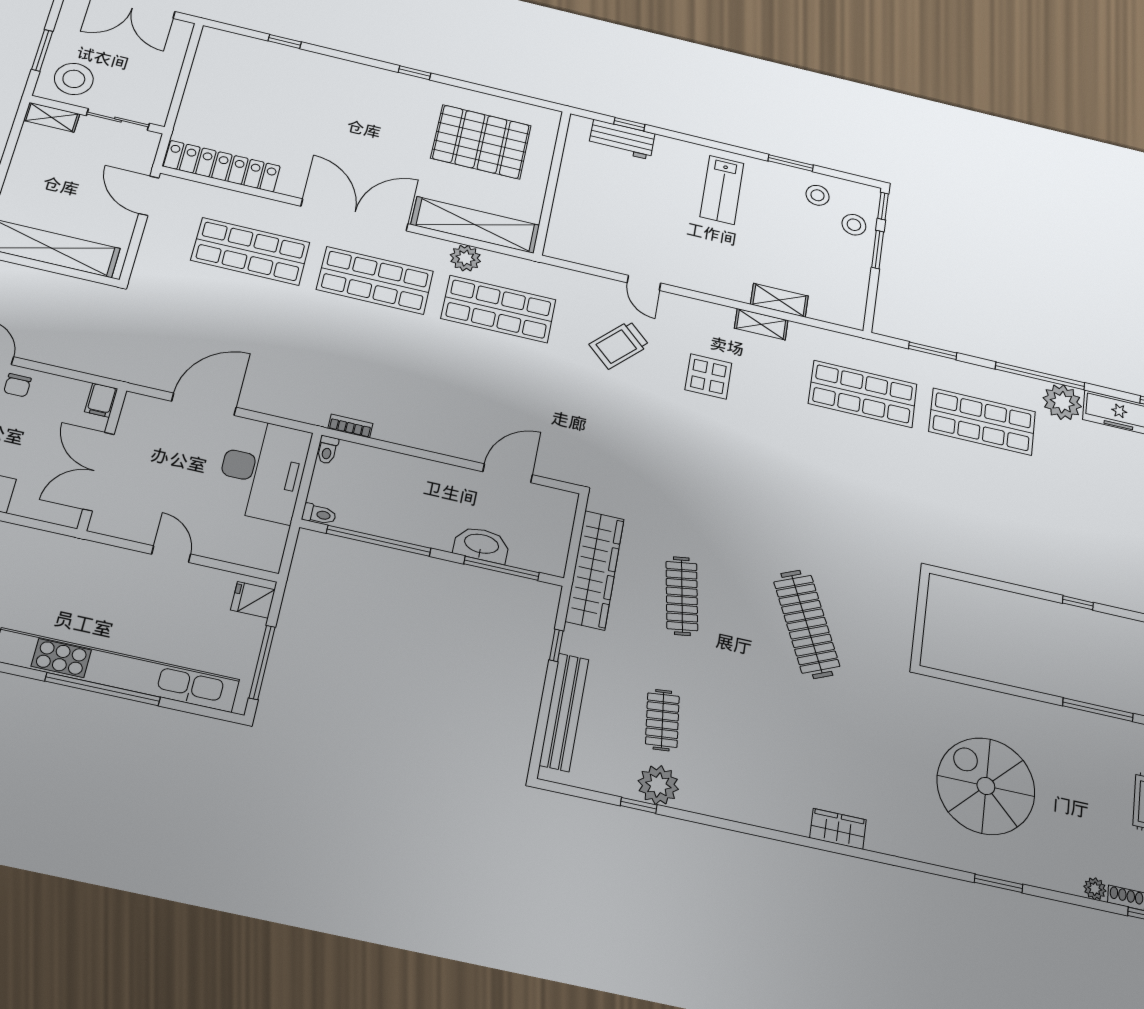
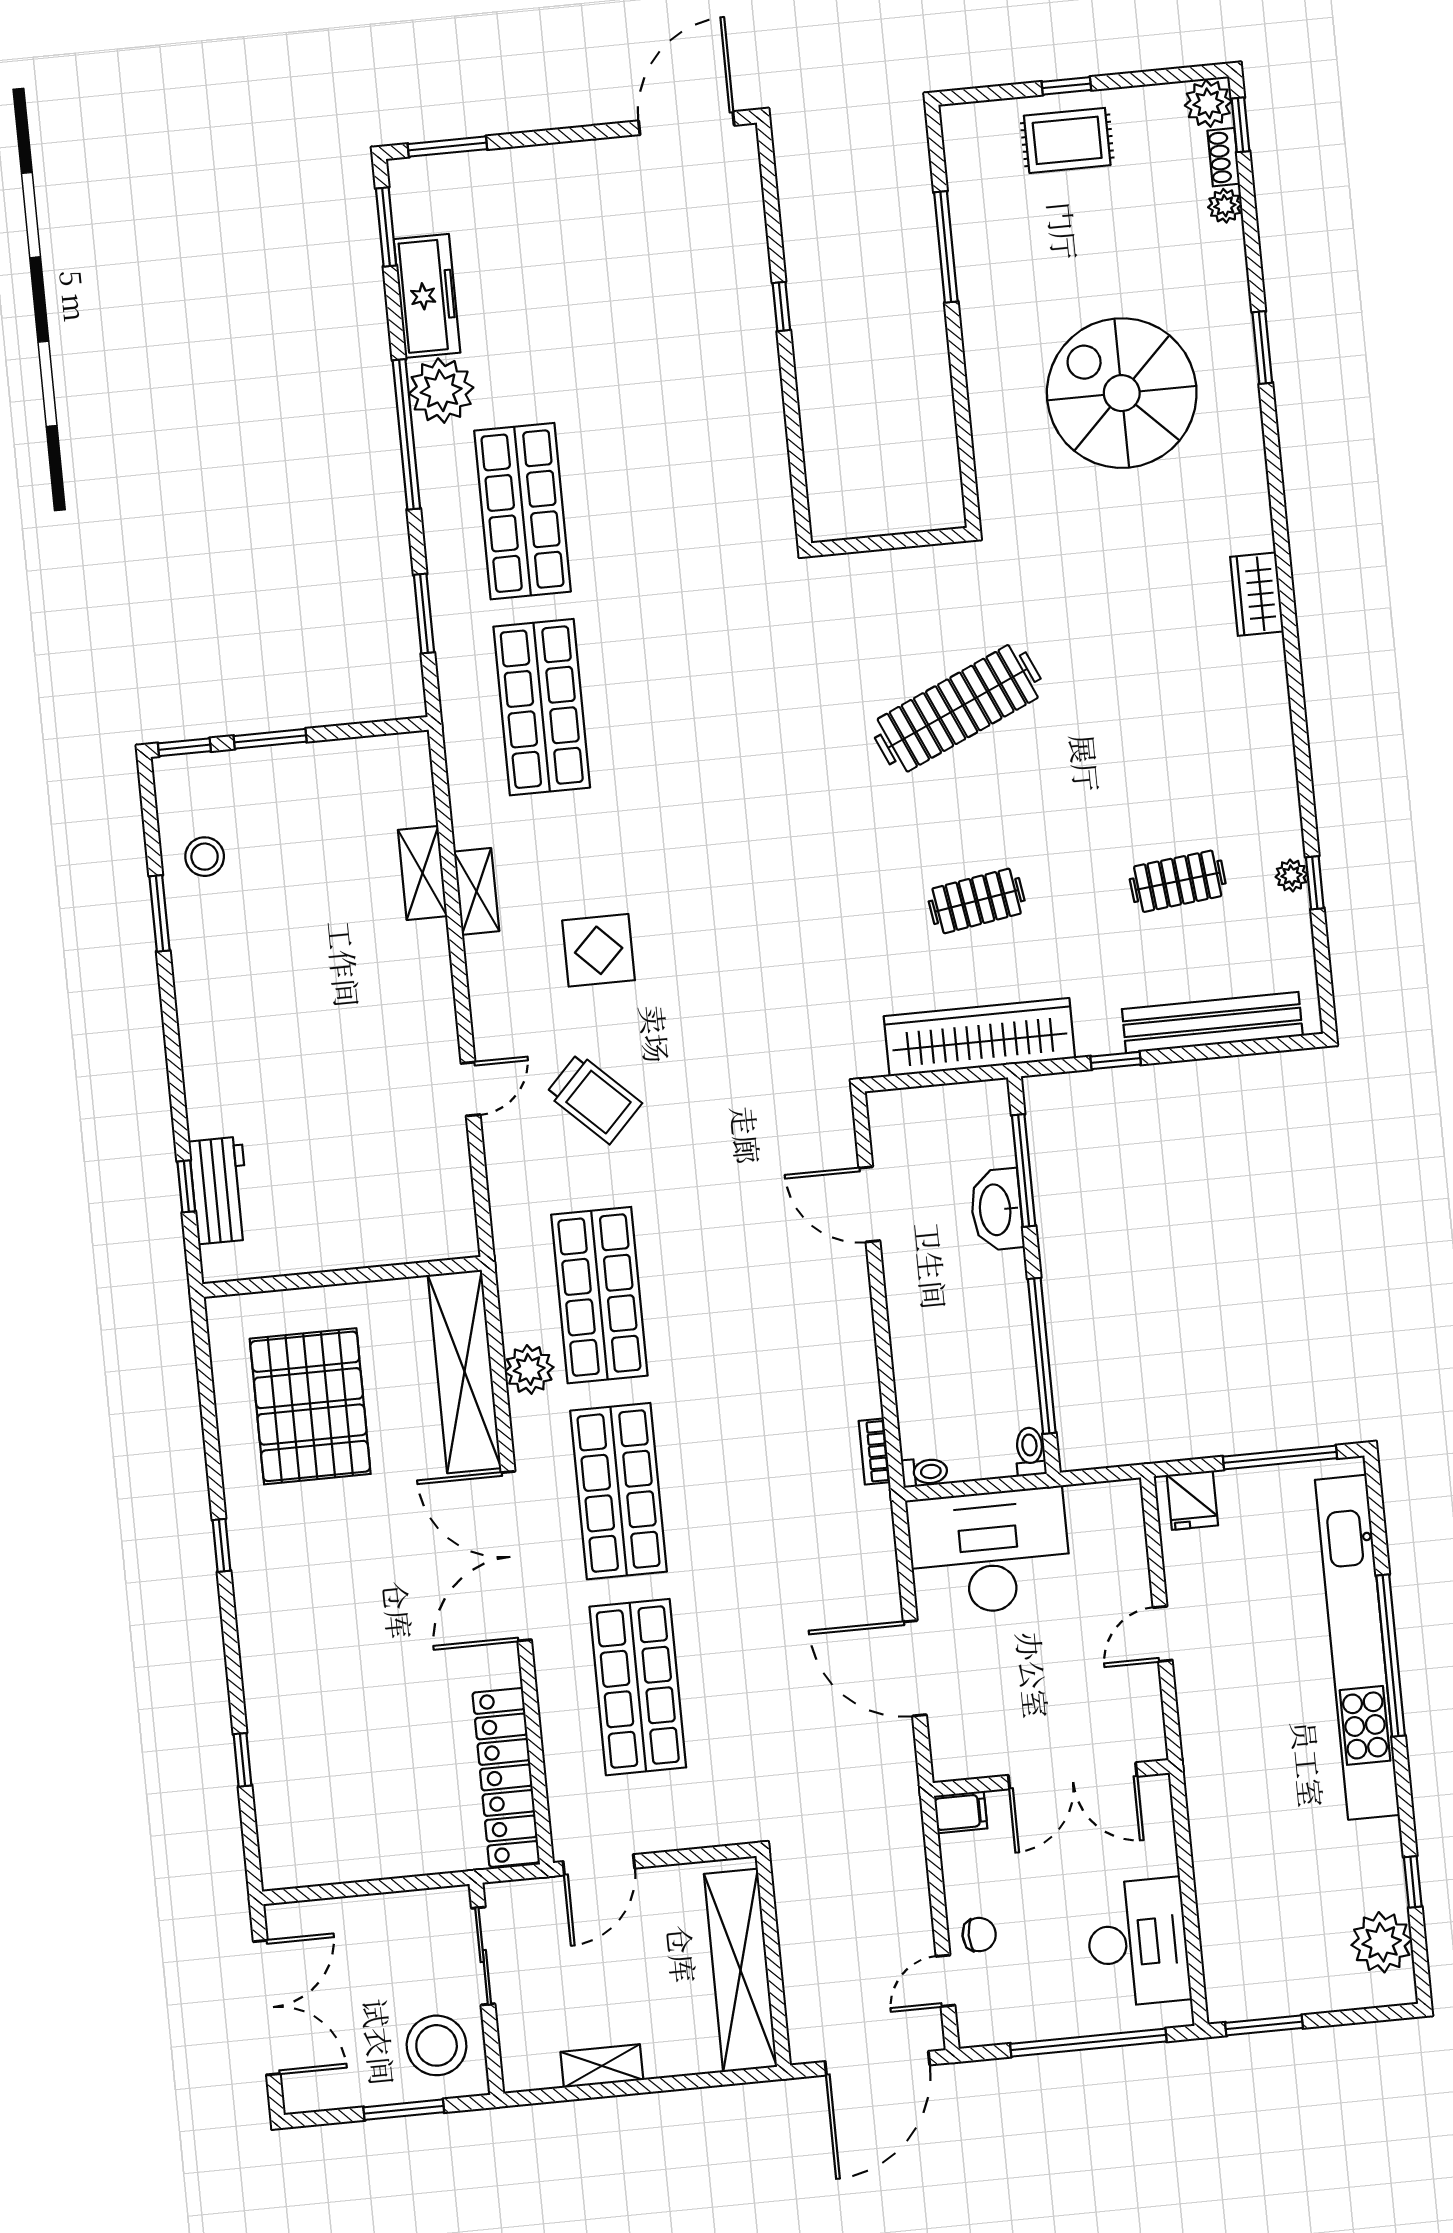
shelving: (52, 117) -> (602, 2066), moved, turned 90
lab bench: (722, 190) -> (253, 1010), removed
stool: (854, 225) -> (238, 786), removed
clothes rail: (682, 596) -> (977, 901), width x0.73
plant: (658, 785) -> (1291, 875), width x0.53, depth x0.53
spiral stairs: (986, 786) -> (1122, 393), turned 90

